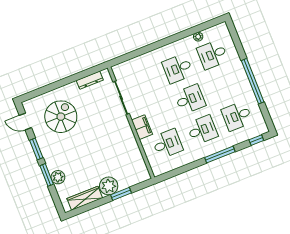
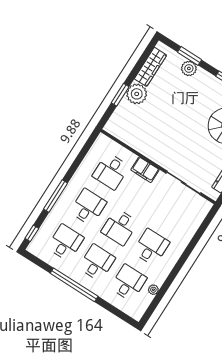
desk: (225, 85) -> (97, 263), added
desk: (202, 130) -> (88, 207), turned 180
window: (47, 175) -> (190, 56), moved

